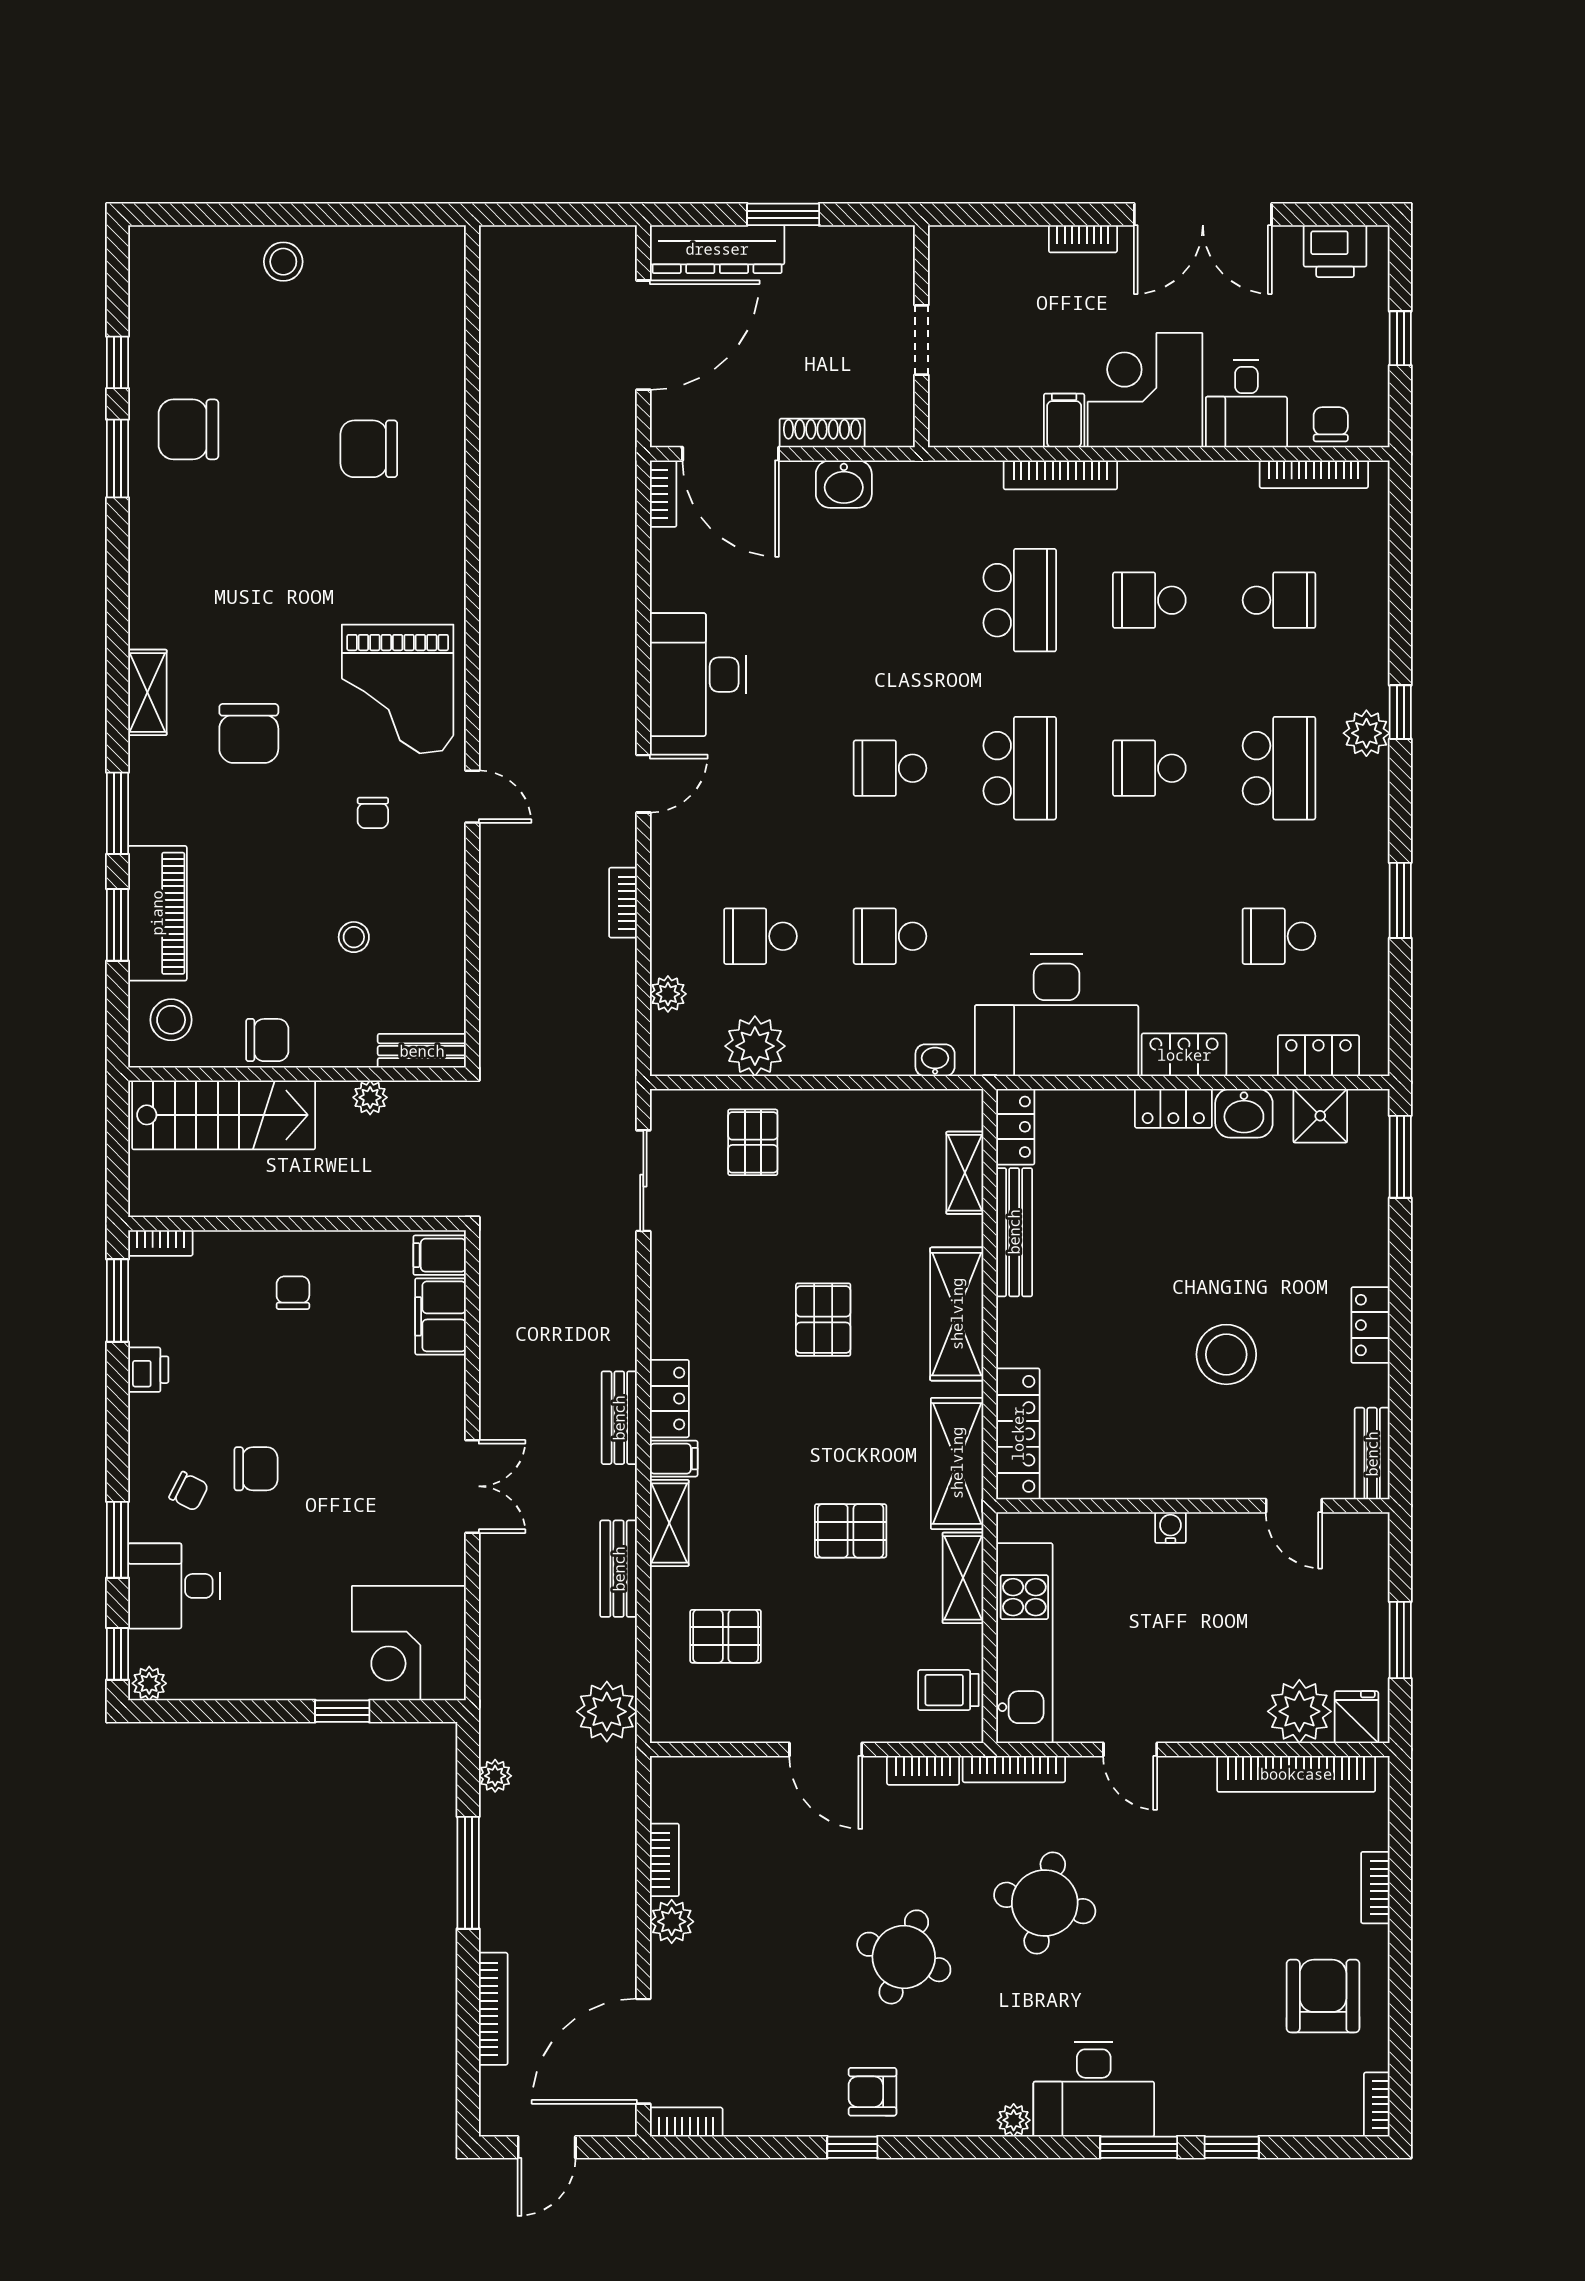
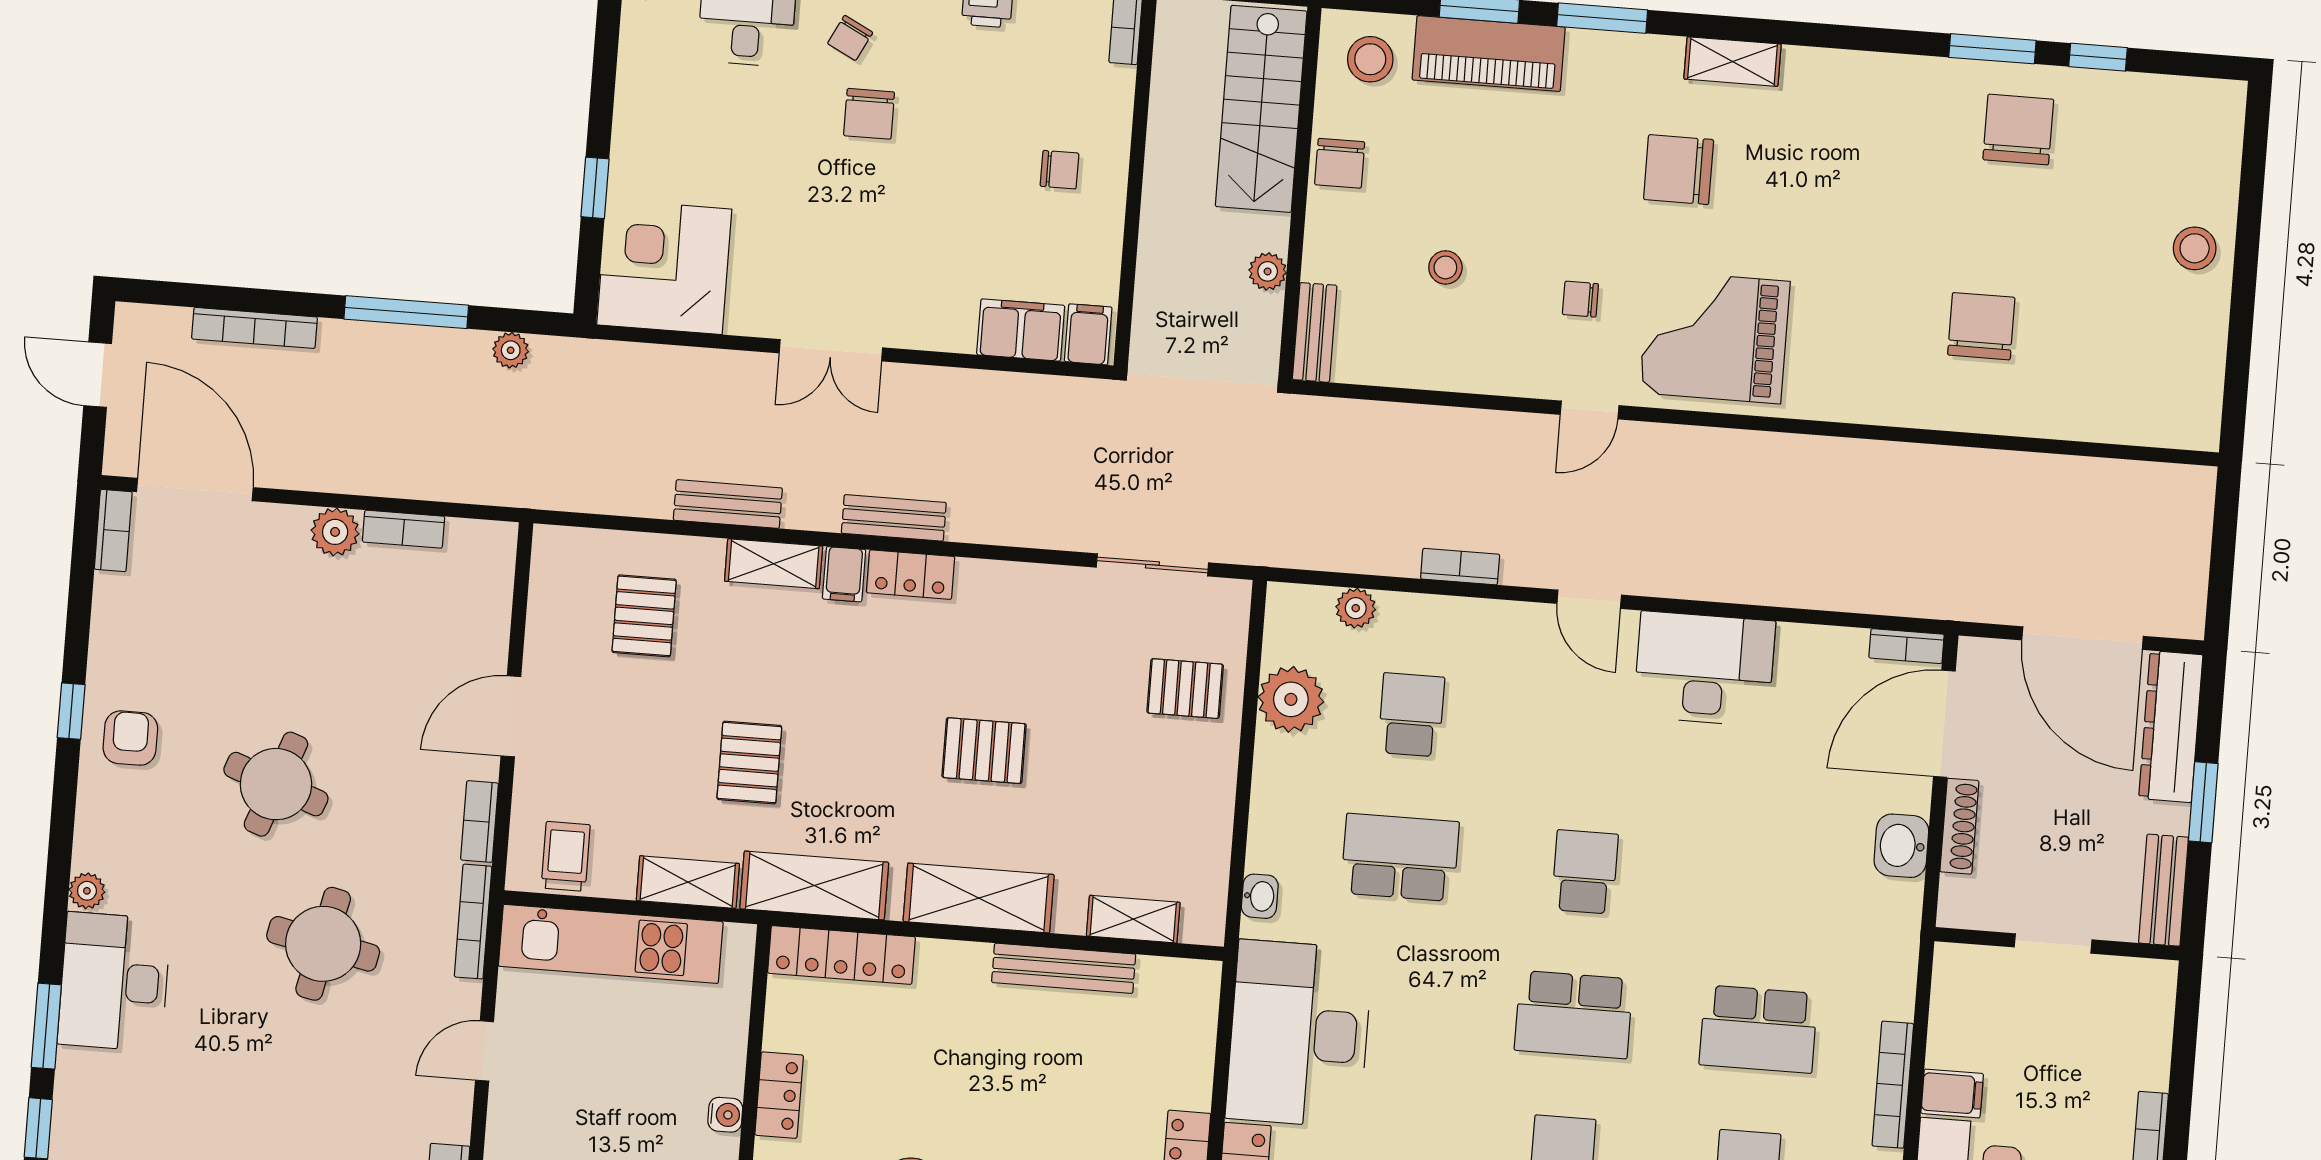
bench: (865, 244) -> (2164, 890), added
school desk: (890, 936) -> (1400, 857), width x1.85
locker: (1015, 1127) -> (779, 1095), moved, turned -90
plant: (607, 1712) -> (572, 479), removed

